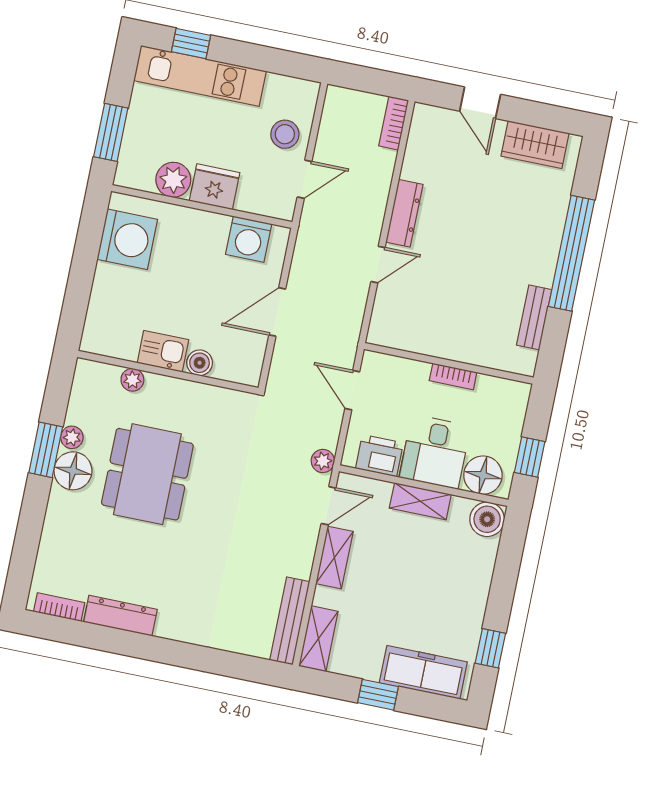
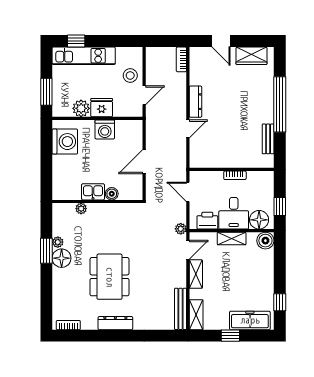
washing machine: (249, 239) -> (105, 129), moved
dining table: (147, 474) -> (110, 277), moved
dresser: (120, 616) -> (115, 323), moved

